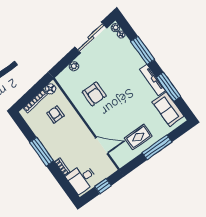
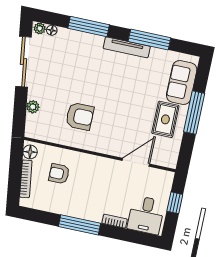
sofa: (168, 109) -> (182, 83), moved, turned 90

